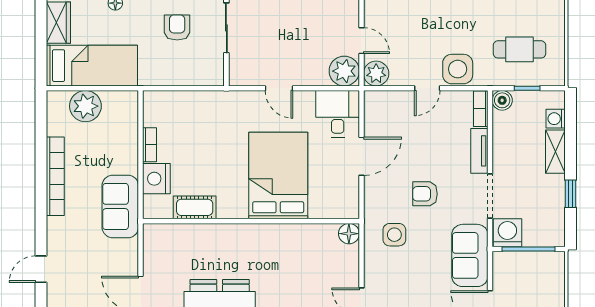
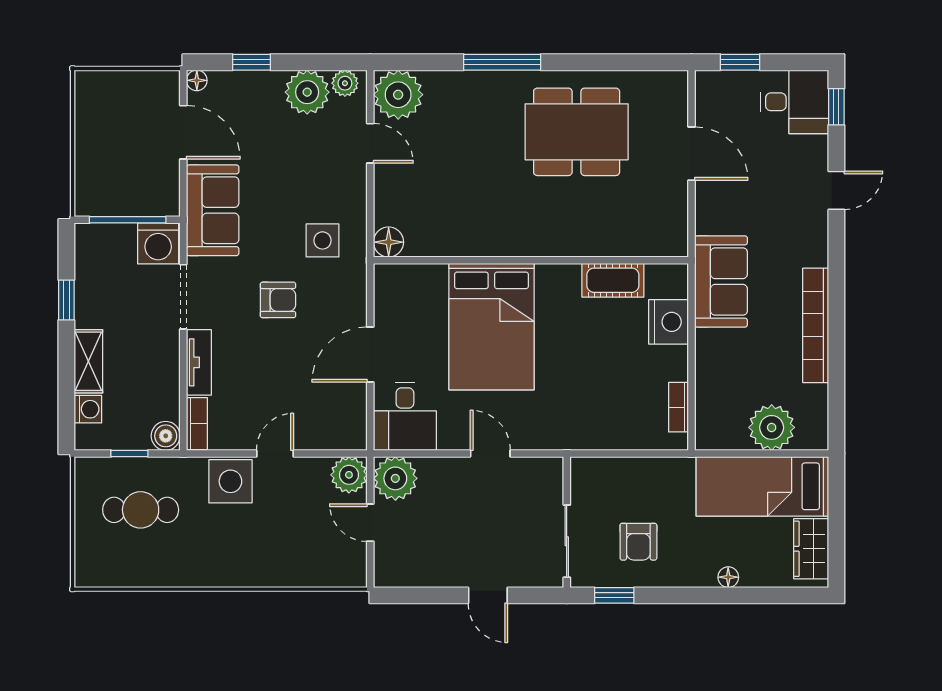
bookcase: (150, 145) -> (678, 407), moved

